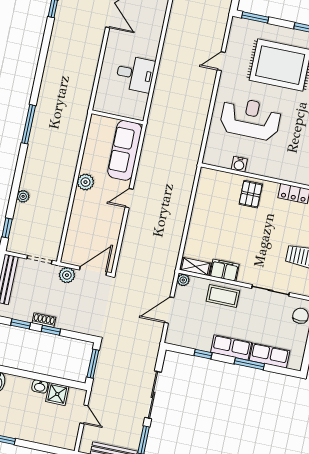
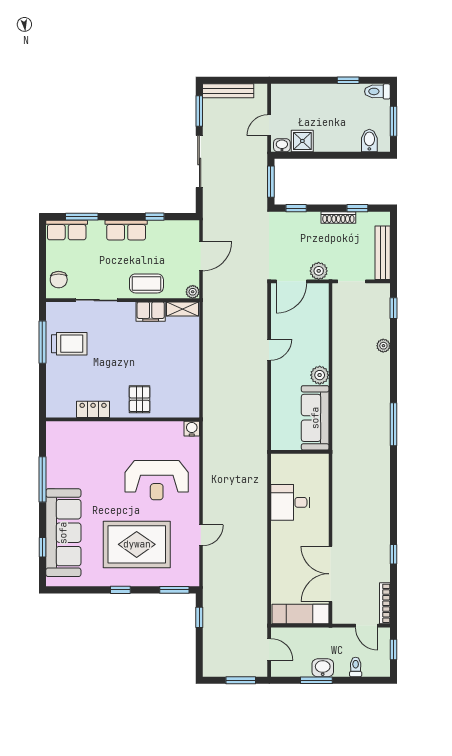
sofa: (125, 150) -> (315, 418), moved, turned 180
water cooler: (239, 164) -> (192, 429), moved
door: (129, 198) -> (269, 350), moved
shoe rack: (44, 320) -> (338, 217), width x1.43
window: (51, 330) -> (296, 208), moved
row of seats: (269, 356) -> (67, 230), moved
window: (249, 364) -> (82, 217), moved
washbasin: (40, 386) -> (282, 145), moved
door: (84, 414) -> (269, 125), hinge flipped

